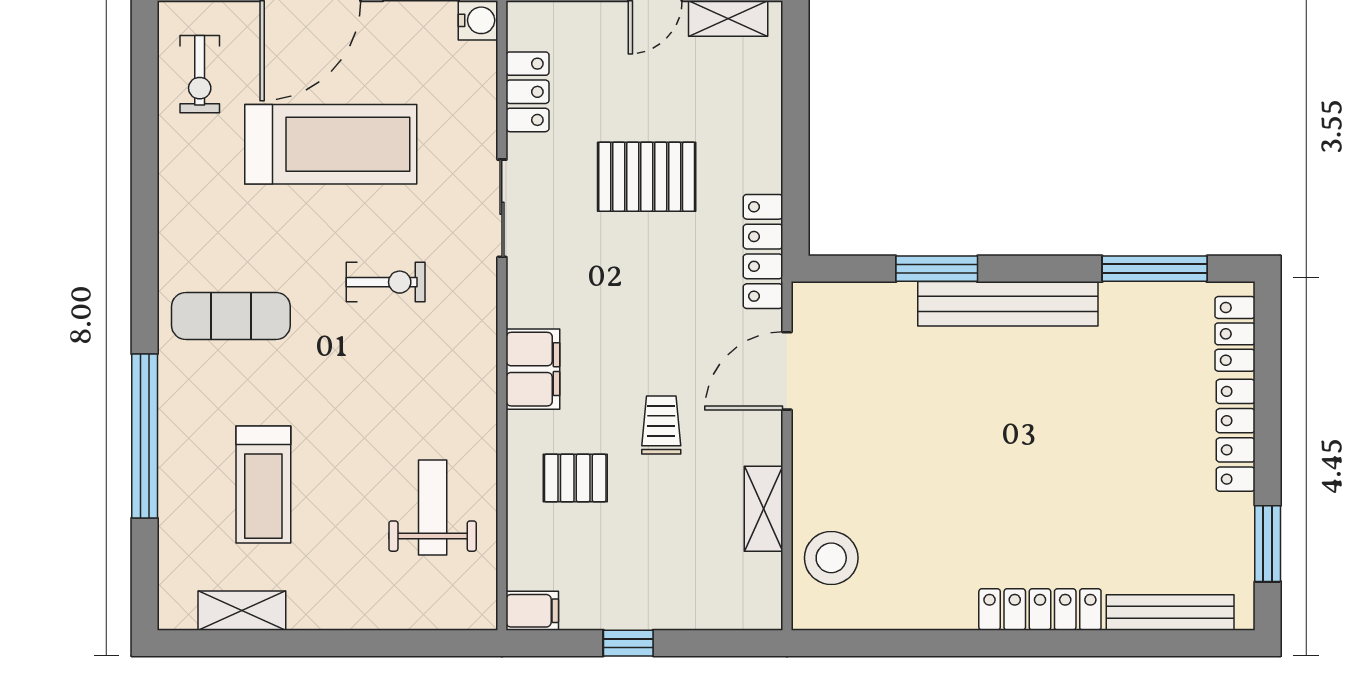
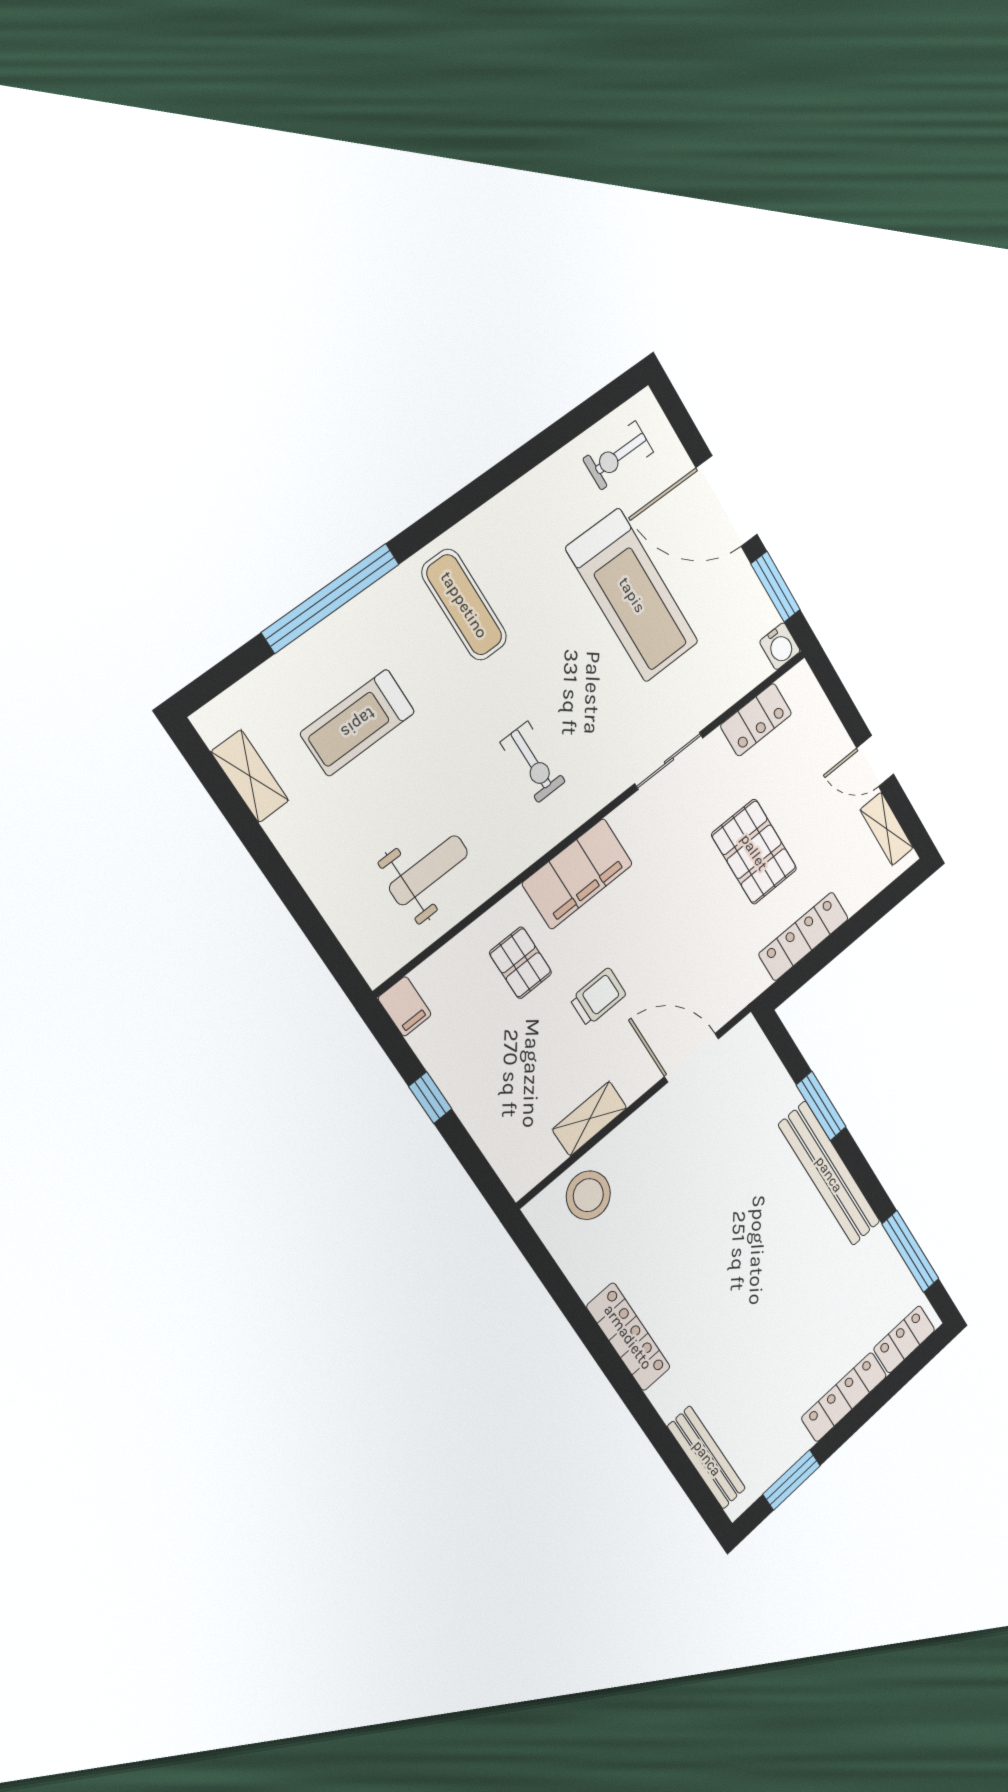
locker: (763, 251) -> (804, 936), moved
exercise bike: (386, 282) -> (533, 762), moved
filing cabinet: (533, 369) -> (577, 874), width x1.50, depth x1.17
locker: (1040, 609) -> (628, 1337), moved

